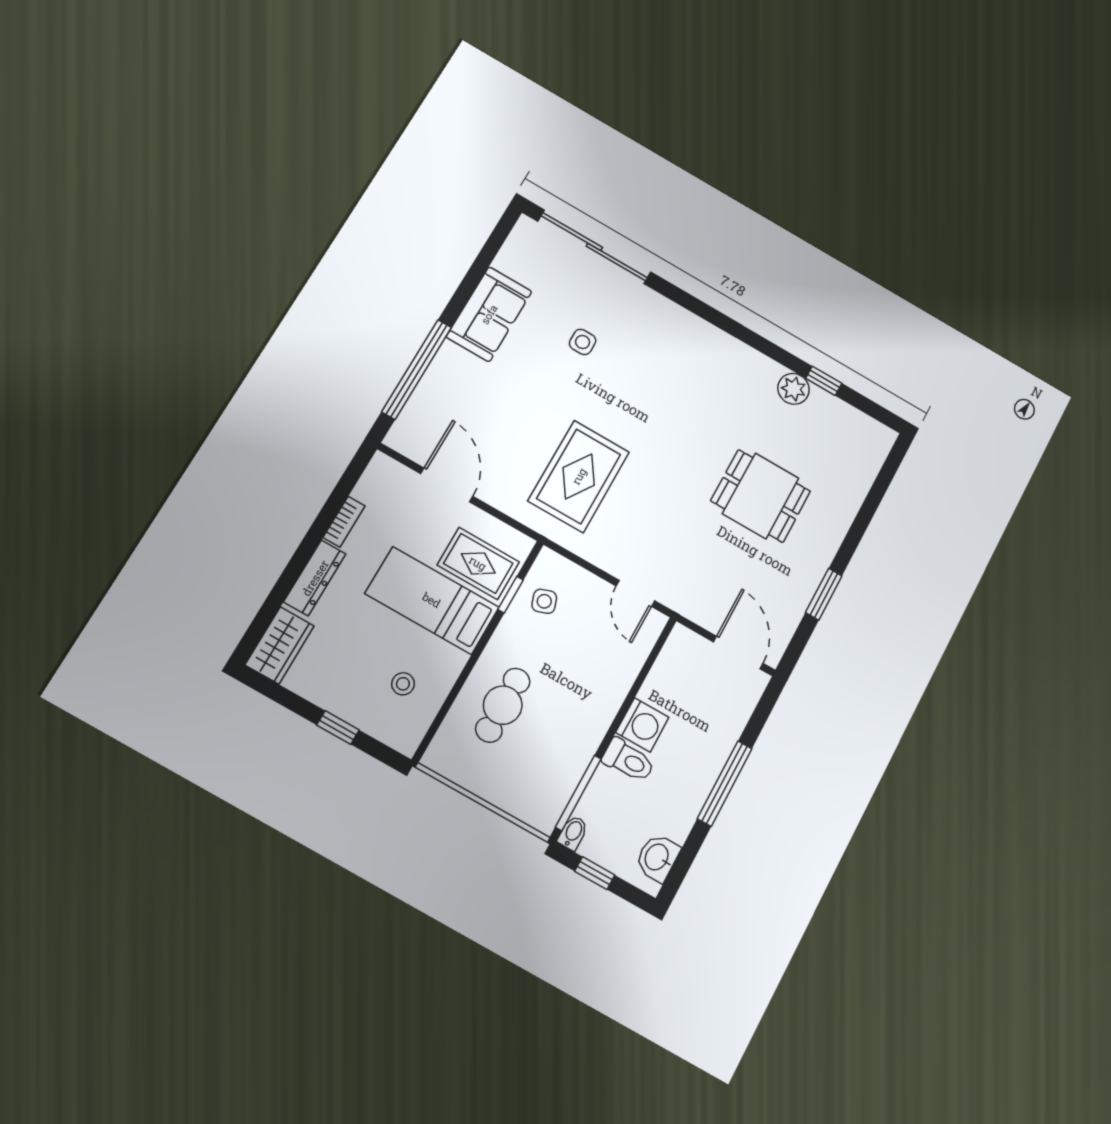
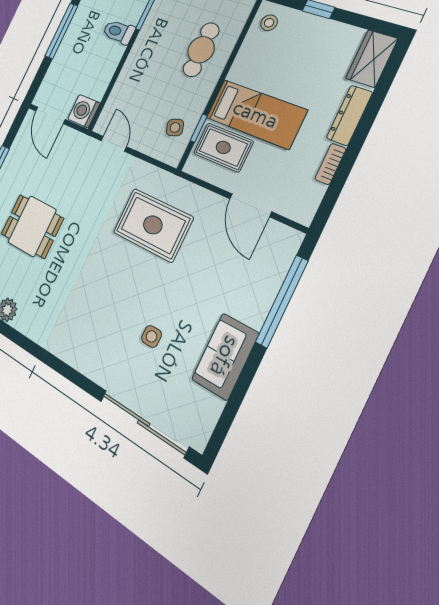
rug: (579, 476) -> (153, 225), turned 90
stool: (403, 684) -> (269, 23), moved
washing machine: (642, 725) -> (84, 111), moved

